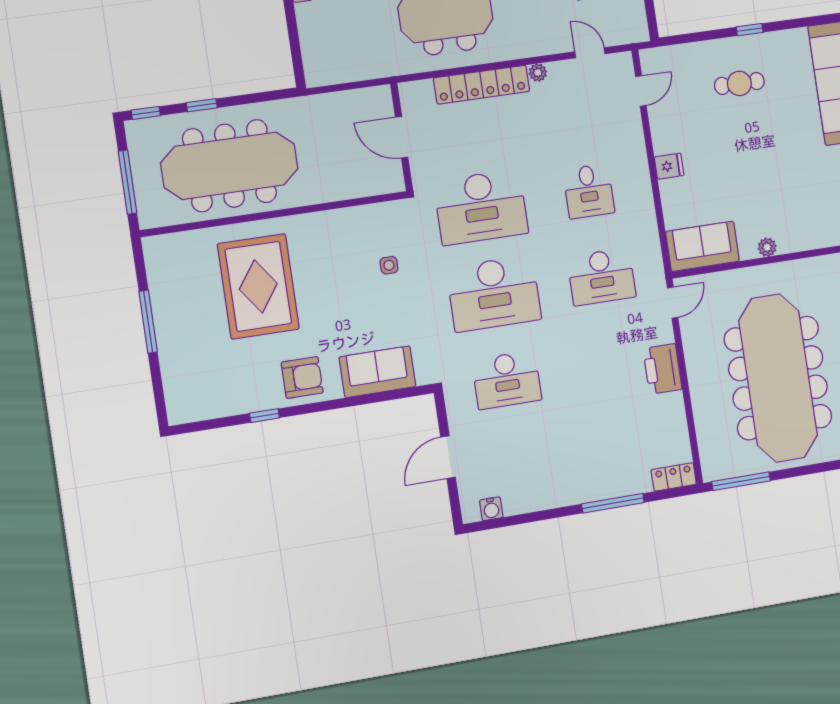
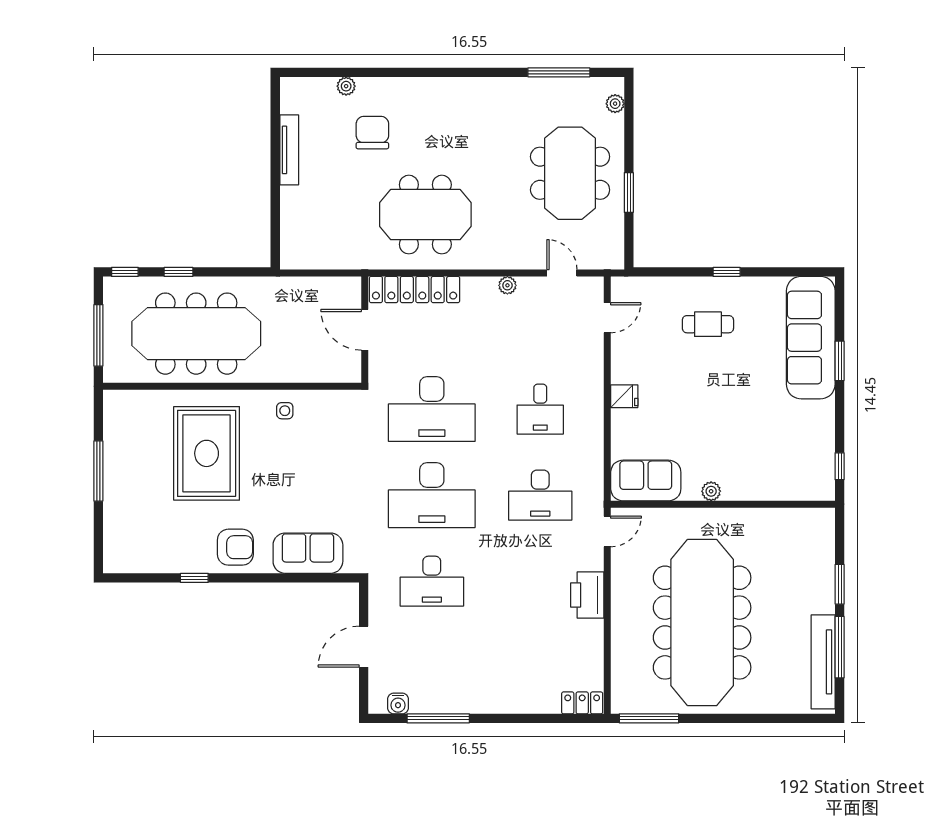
locker: (482, 85) -> (415, 290), moved
side table: (389, 265) -> (285, 411), moved
window: (613, 503) -> (438, 718), moved

